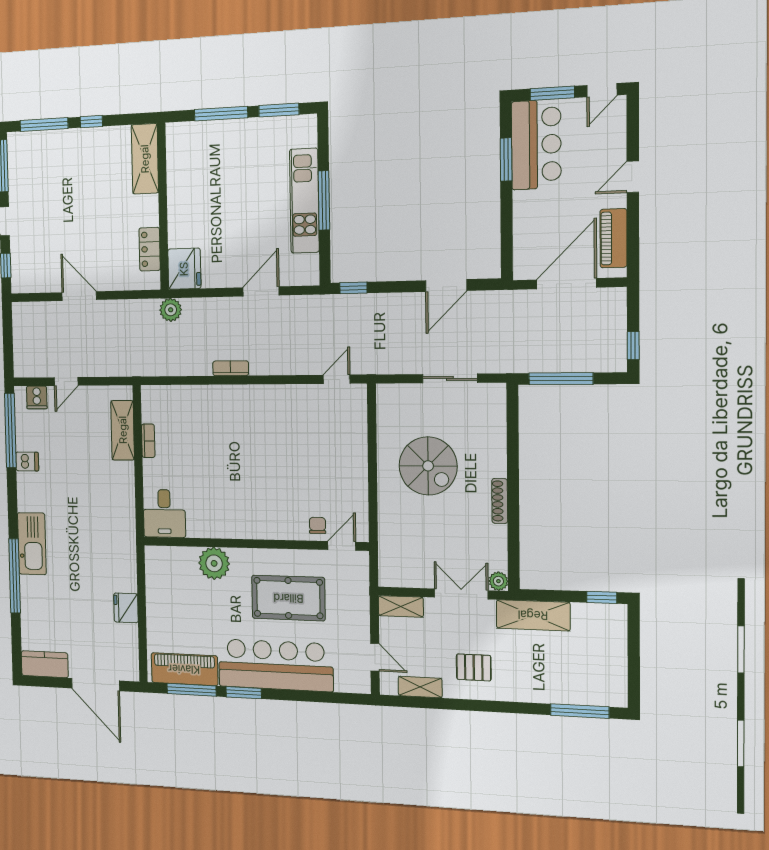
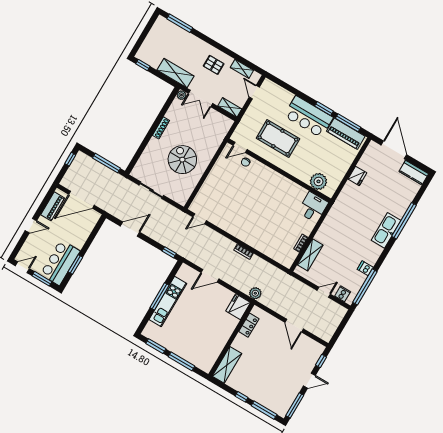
plant: (214, 563) -> (318, 181), moved
bar counter: (276, 665) -> (308, 117), width x0.73

